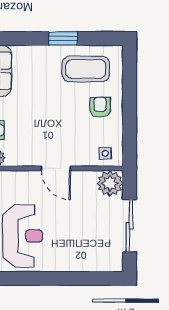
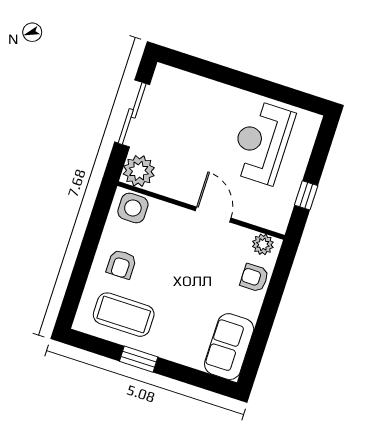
side table: (105, 153) -> (133, 208), width x1.87, depth x1.87
door: (56, 168) -> (213, 214), moved

